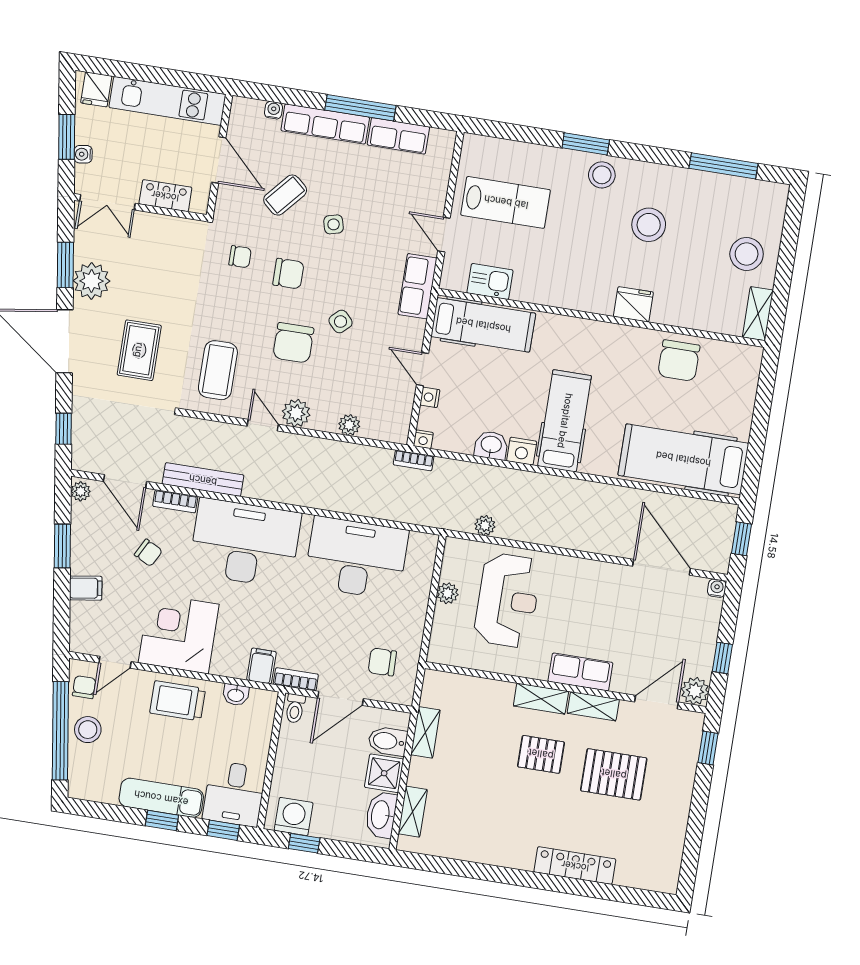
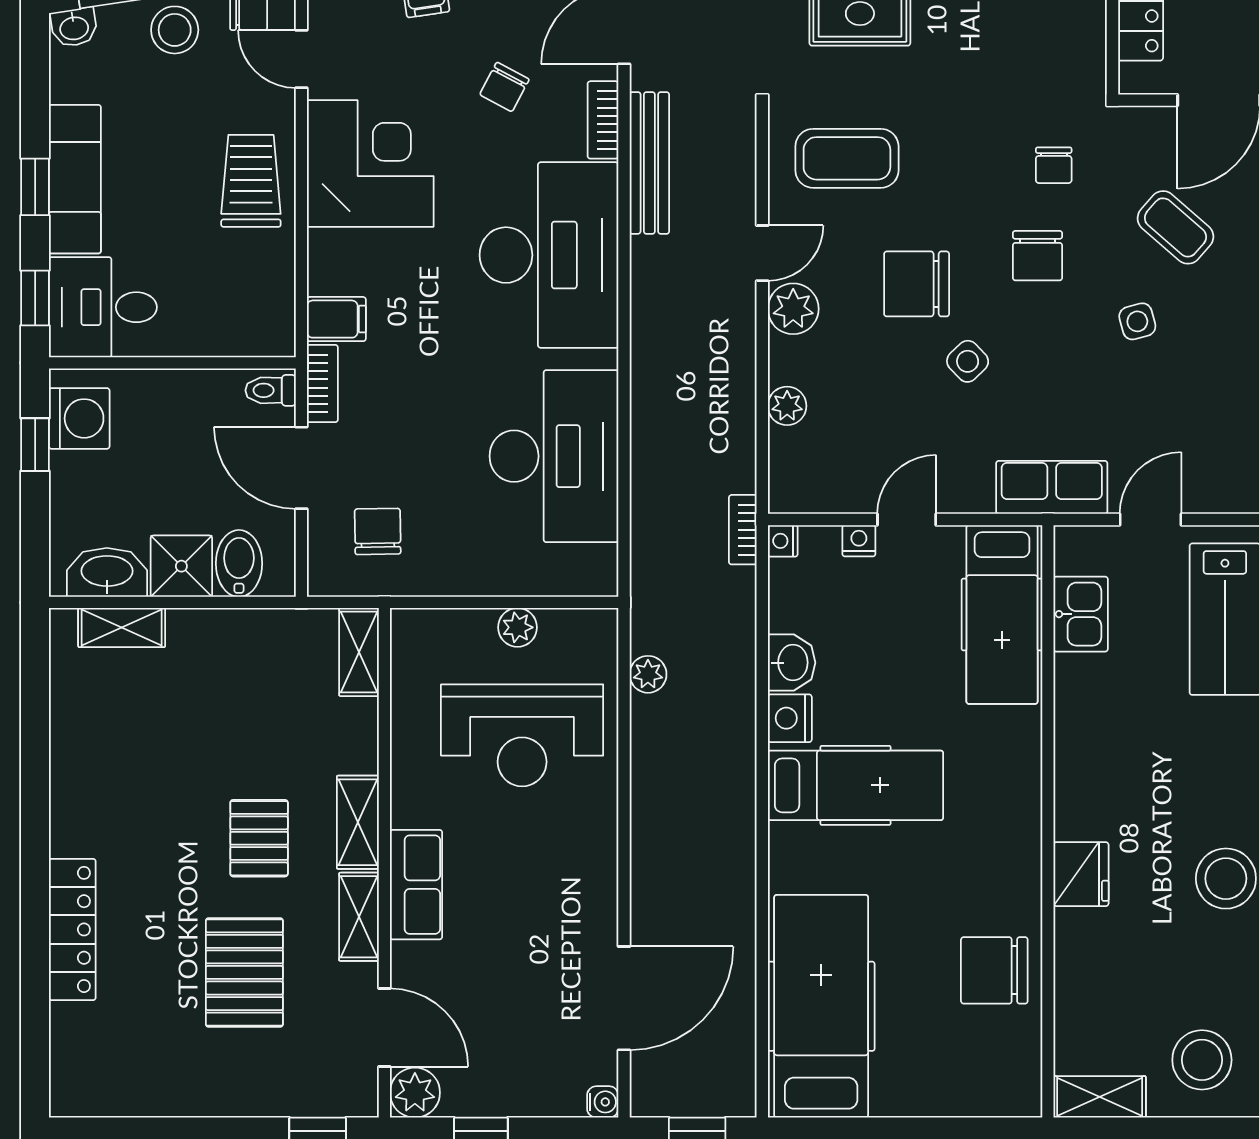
washbasin: (236, 695) -> (74, 27), moved, turned -98
shelving: (425, 732) -> (359, 652), moved, turned 90

